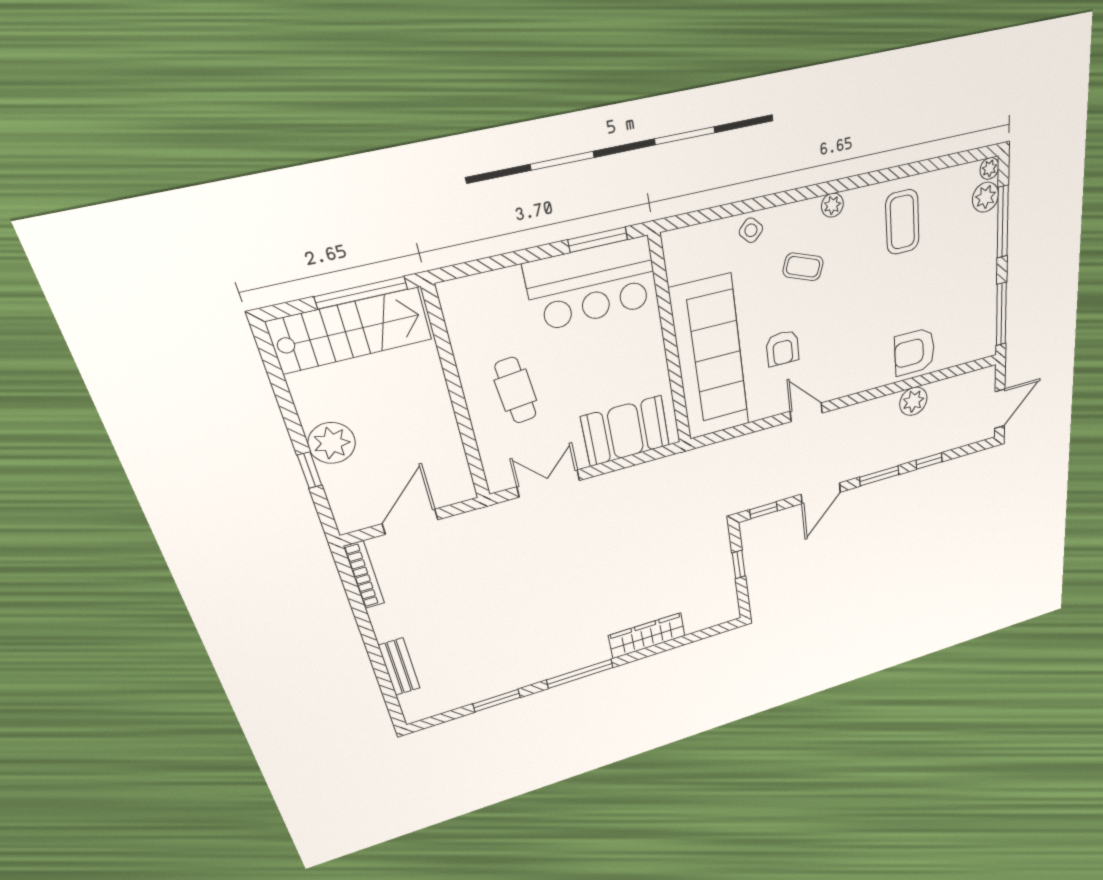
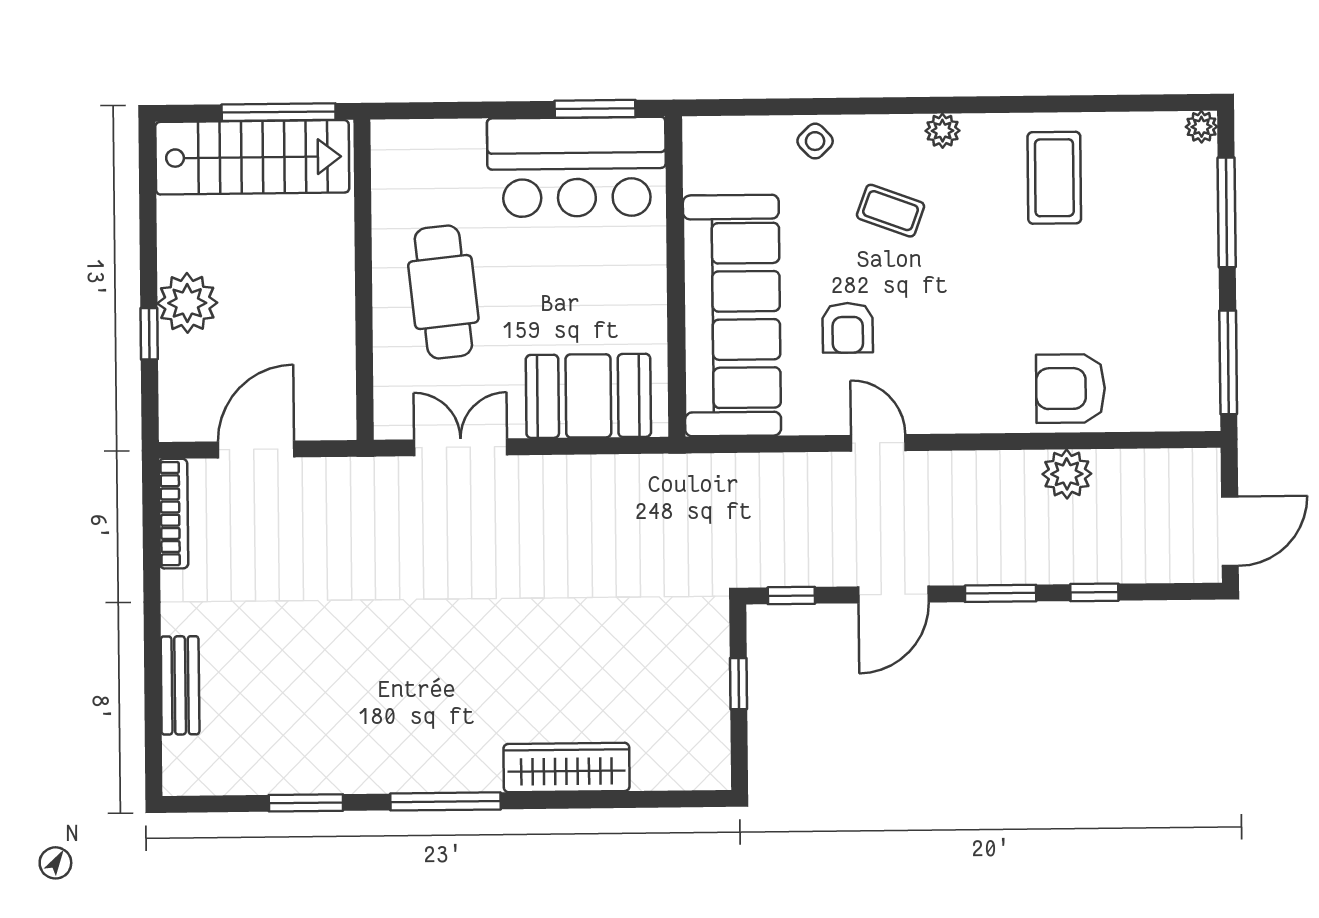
plant: (985, 197) -> (1195, 168), removed
cafe table: (516, 390) -> (443, 292), width x1.37, depth x1.35

